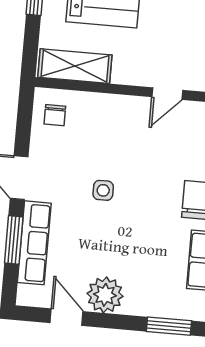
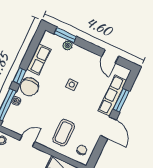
coffee table: (103, 136) -> (64, 133), added
side table: (103, 190) -> (72, 85), moved
plant: (105, 295) -> (68, 45), moved, width x0.53, depth x0.53

